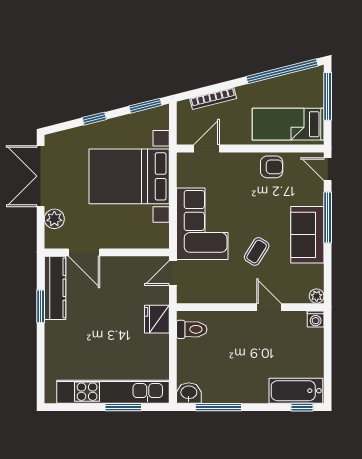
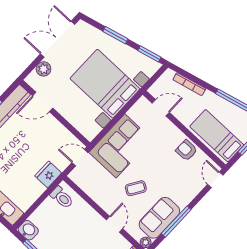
window: (94, 119) -> (115, 35), width x1.50
armchair: (272, 167) -> (186, 150), turned 180
window: (328, 217) -> (176, 222), moved
sofa: (307, 235) -> (159, 218), moved
door: (84, 252) -> (43, 102), hinge flipped

